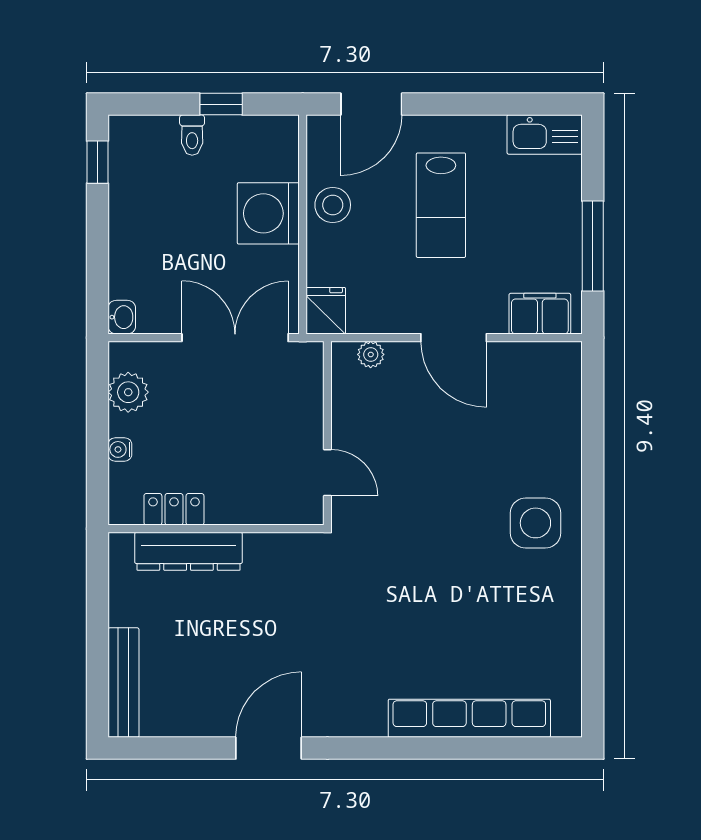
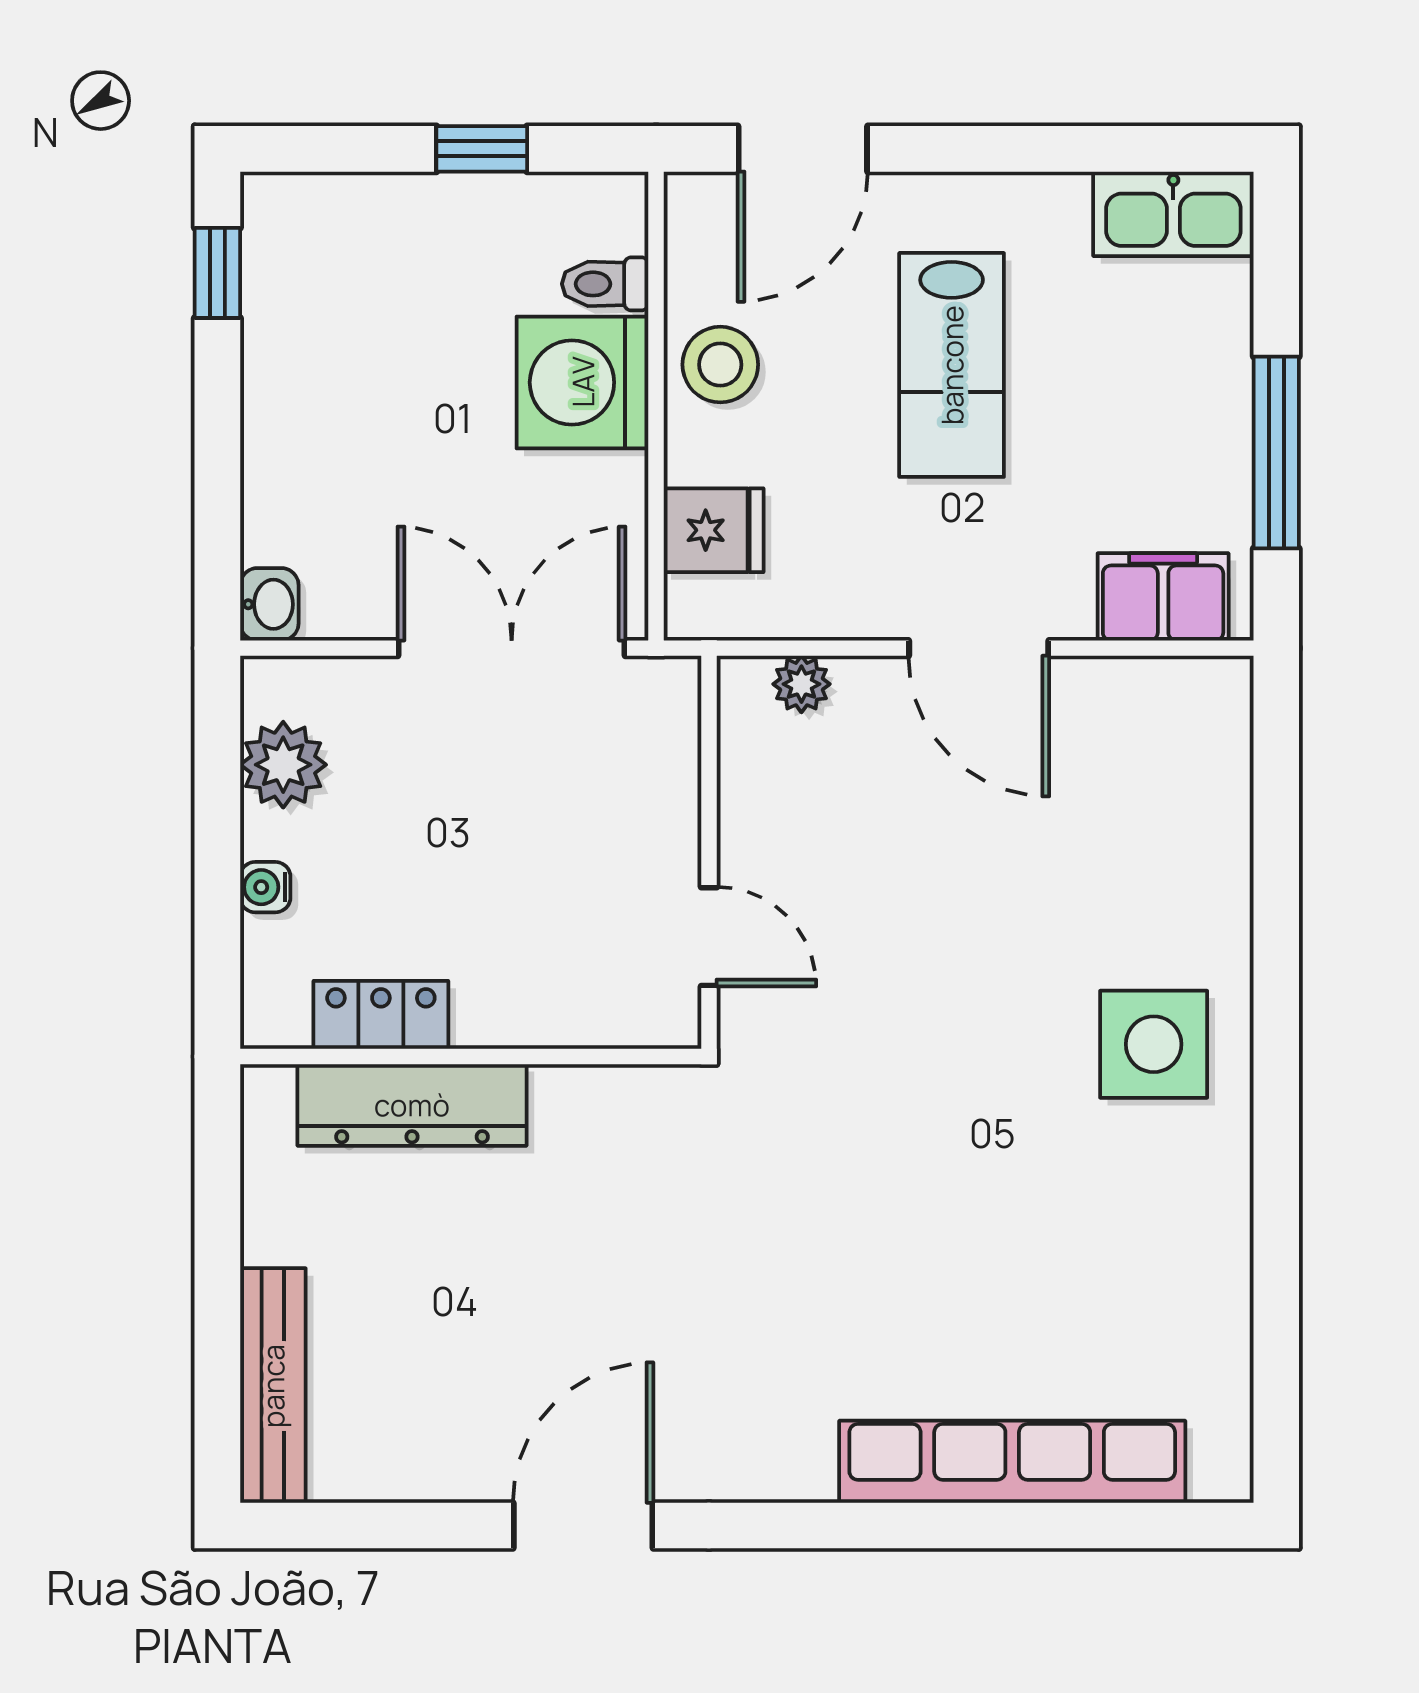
toilet: (192, 135) -> (605, 284), moved, turned 90
fridge: (326, 311) -> (714, 530), moved, turned 90

